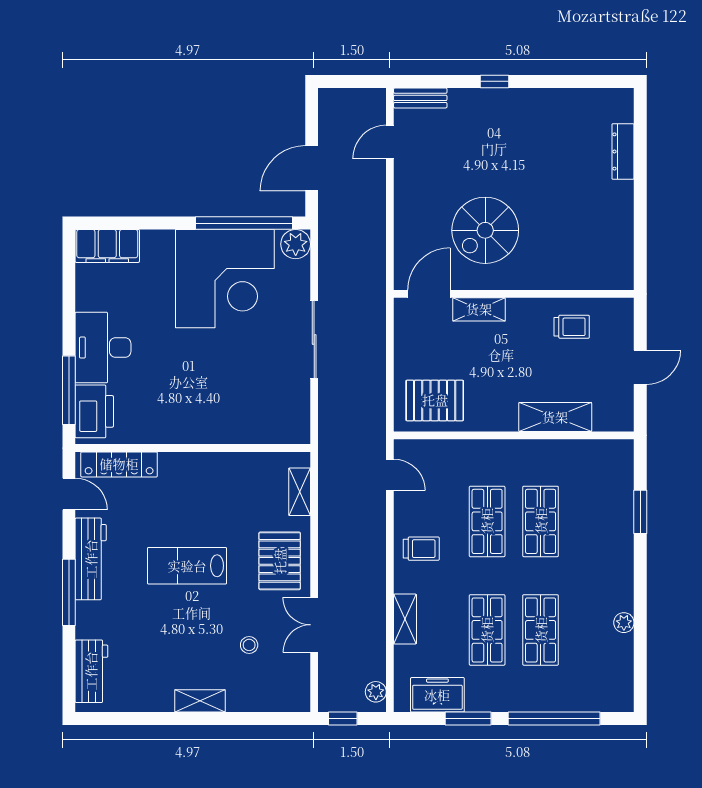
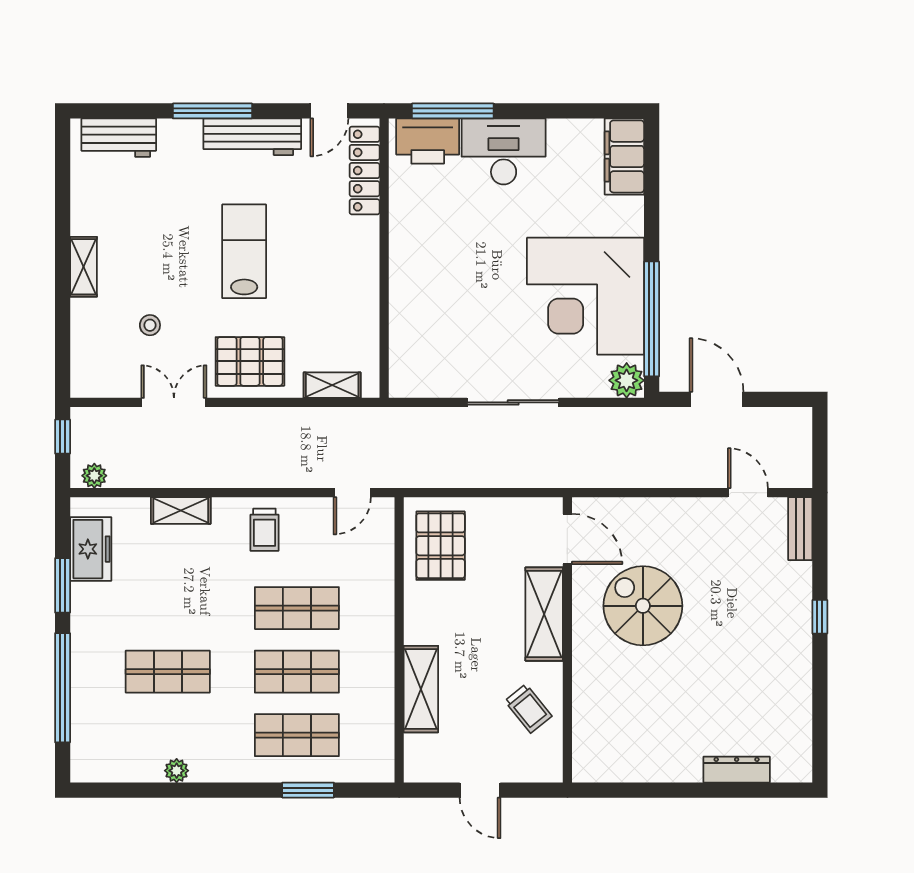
shelving: (479, 309) -> (544, 614), width x1.50, depth x1.33
trolley: (572, 327) -> (528, 709), turned -39
shop shelf: (487, 630) -> (297, 735), moved

